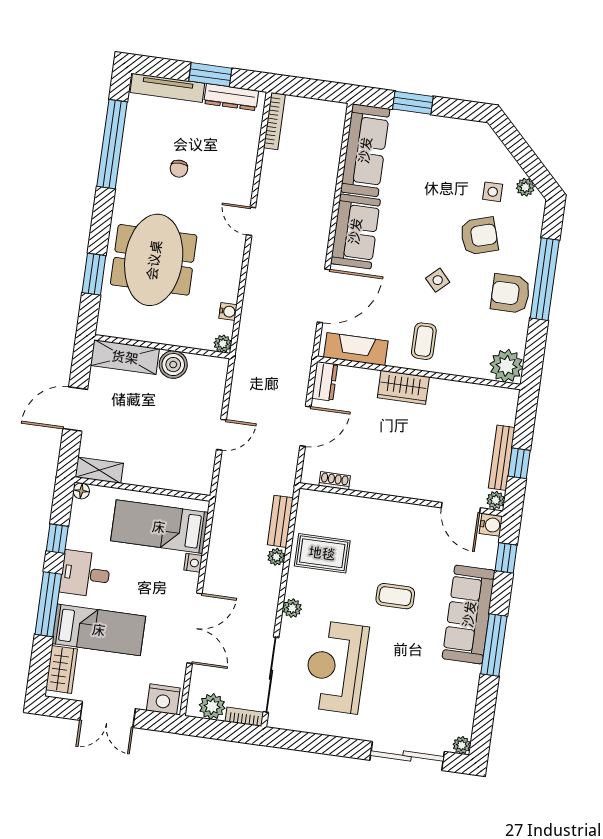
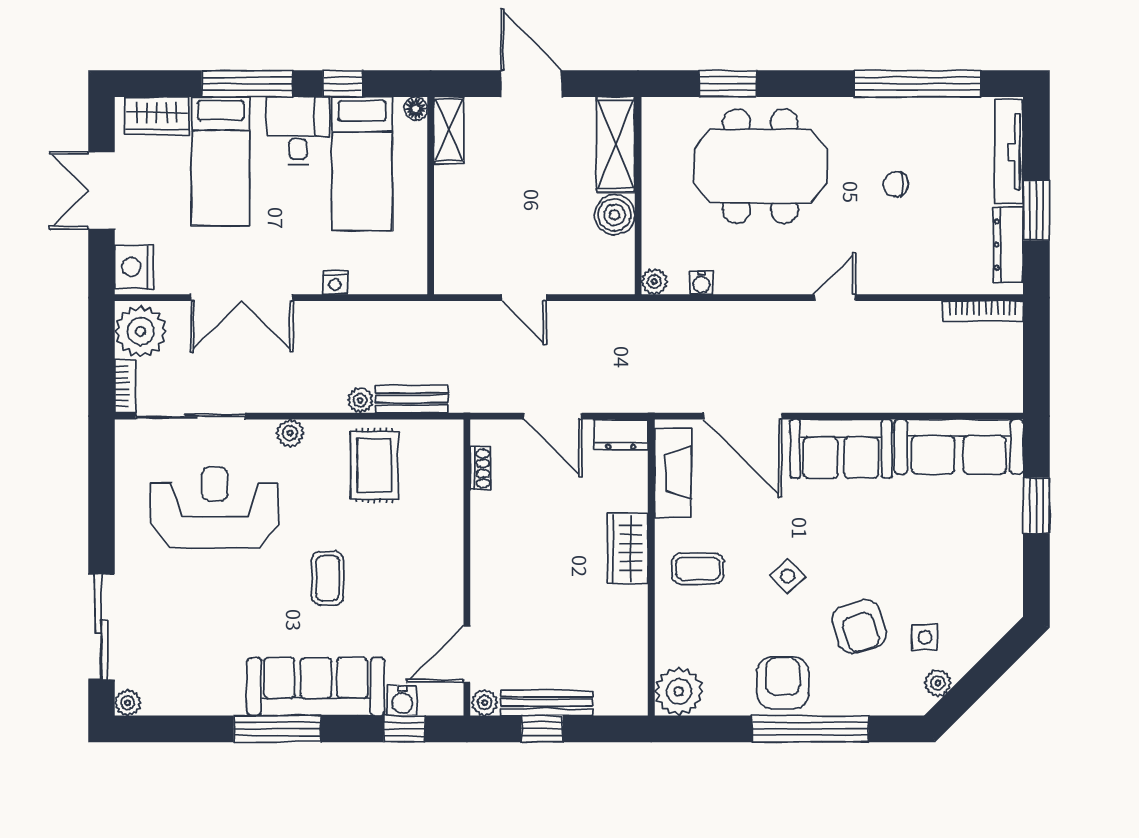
water cooler: (491, 525) -> (402, 701), moved
bed: (159, 527) -> (362, 164), moved, turned 180
plant: (212, 706) -> (140, 331), width x1.36, depth x1.36

